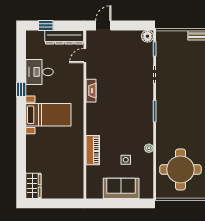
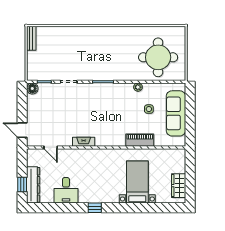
dresser: (64, 37) -> (33, 185), moved
window: (21, 89) -> (95, 208), moved
bed with nightstands: (48, 115) -> (137, 182), moved
wardrobe: (33, 186) -> (179, 186), moved, turned -90
sofa: (121, 188) -> (176, 113), width x1.36

